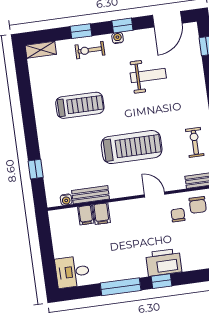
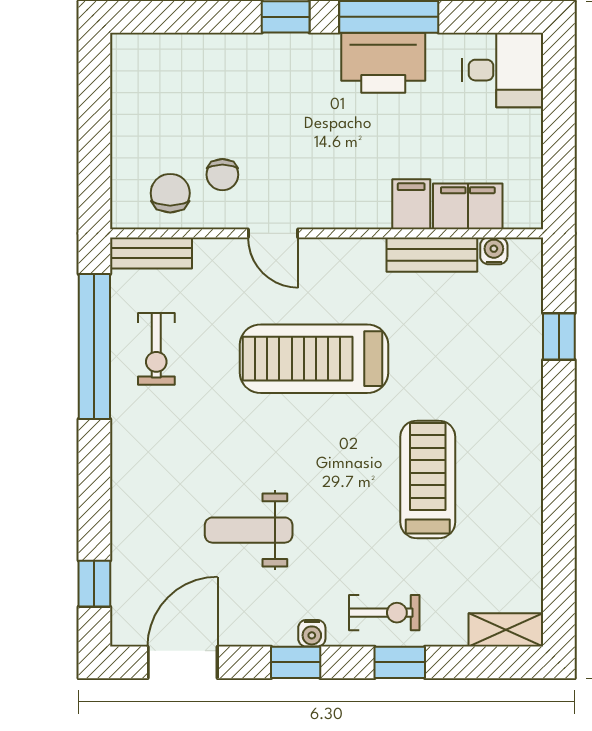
treadmill: (80, 105) -> (428, 479), turned 90
filing cabinet: (86, 215) -> (468, 206), width x2.00
printer: (164, 262) -> (383, 63), moved

